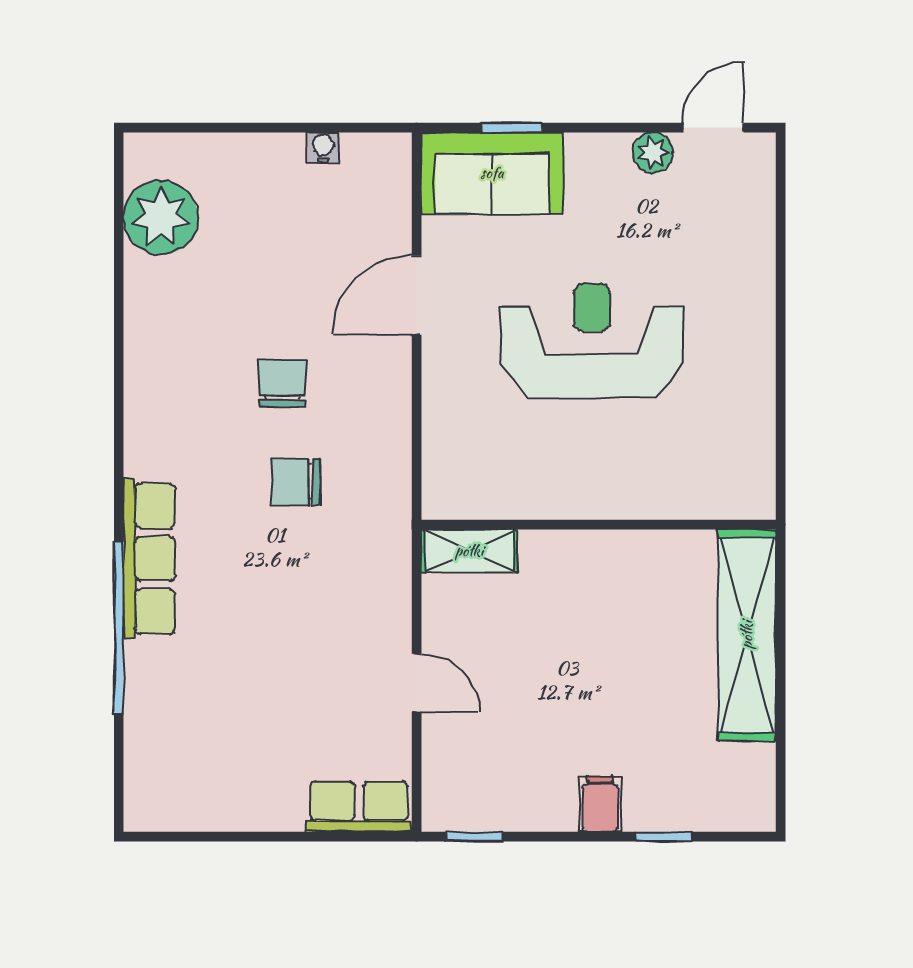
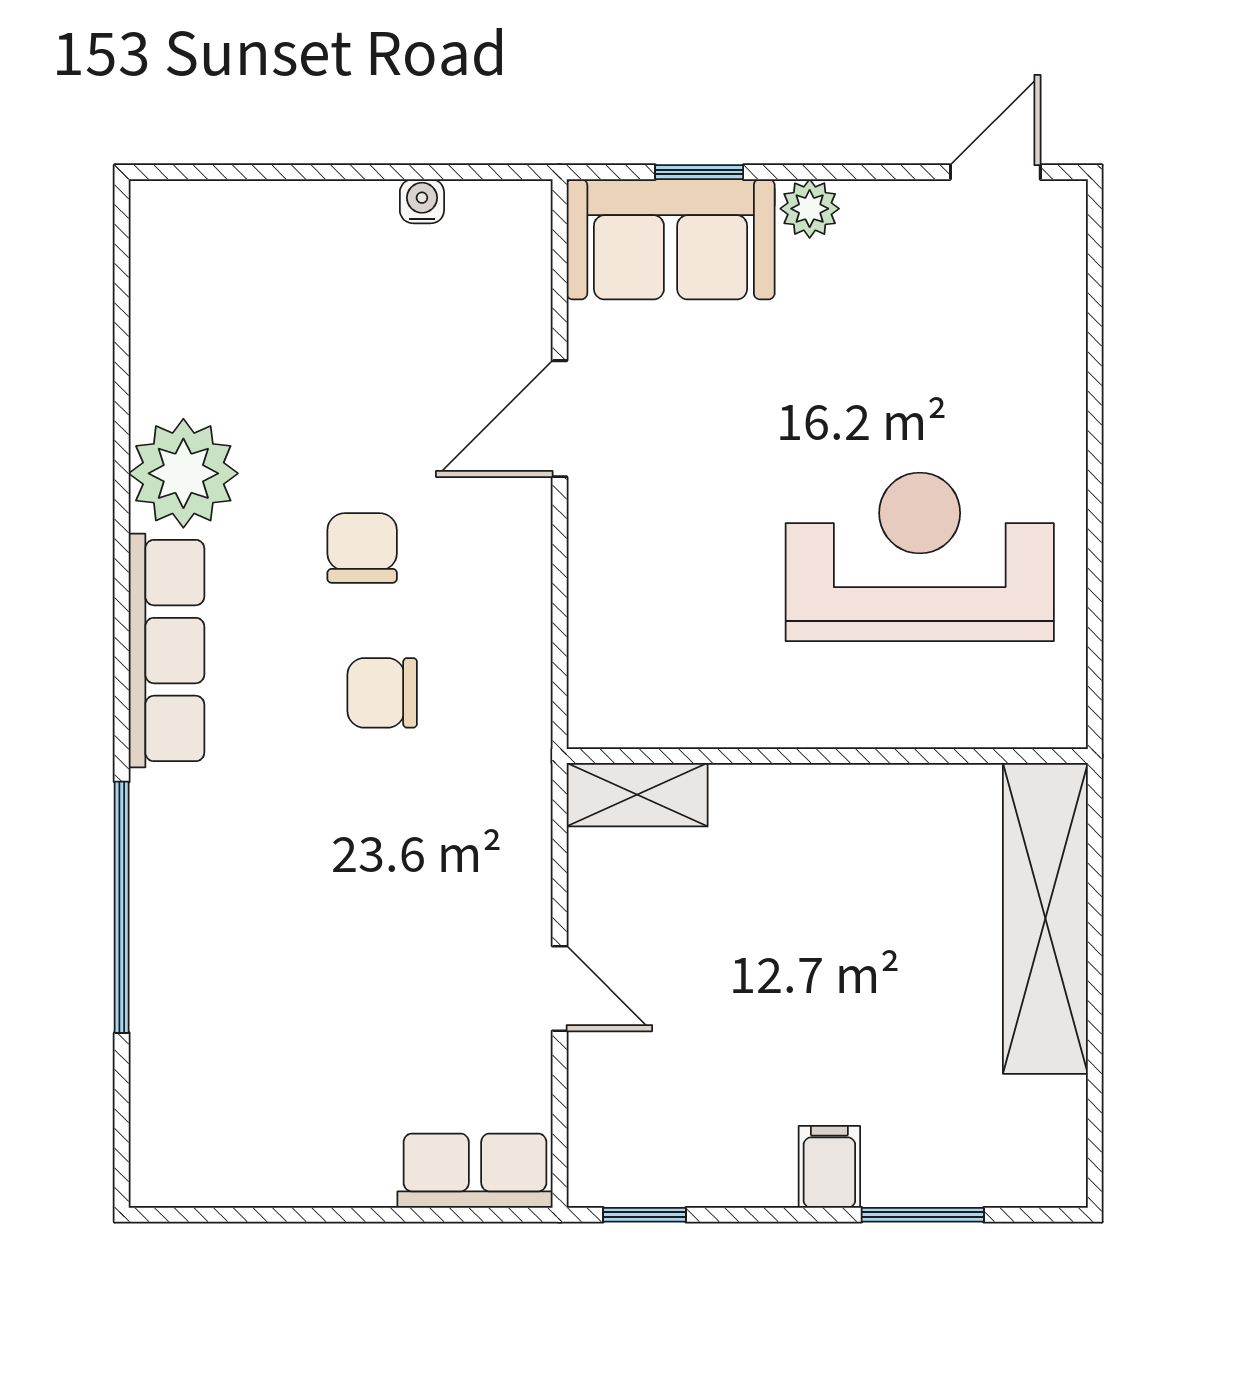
plant: (653, 152) -> (810, 209), moved
plant: (161, 217) -> (183, 473), moved
reception desk: (592, 341) -> (920, 557), moved
row of seats: (149, 559) -> (166, 651), moved
window: (664, 837) -> (923, 1215), width x1.50

